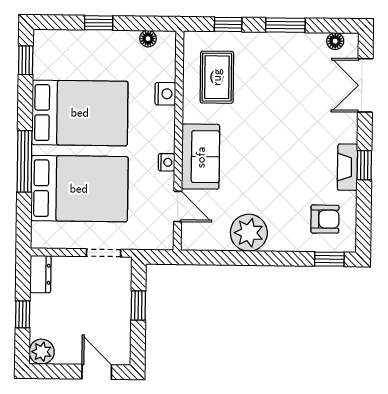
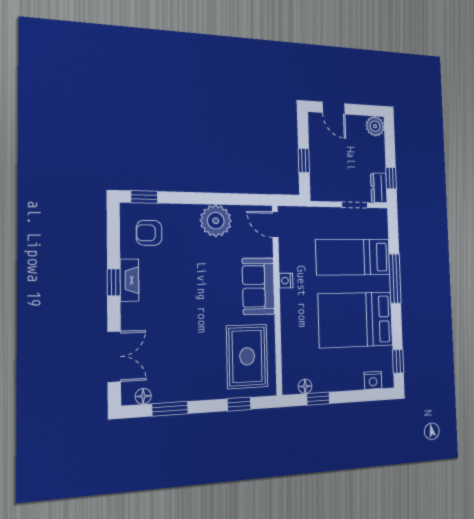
window: (99, 23) -> (318, 399), moved
window: (285, 25) -> (170, 409), moved
rug: (217, 77) -> (247, 356), width x1.36, depth x1.43
nightstand: (165, 94) -> (373, 380), moved, turned -90
bed: (79, 189) -> (353, 257), width x0.67
door: (178, 206) -> (275, 225), moved
doorway: (104, 253) -> (355, 205), moved
window: (23, 314) -> (391, 178), moved

